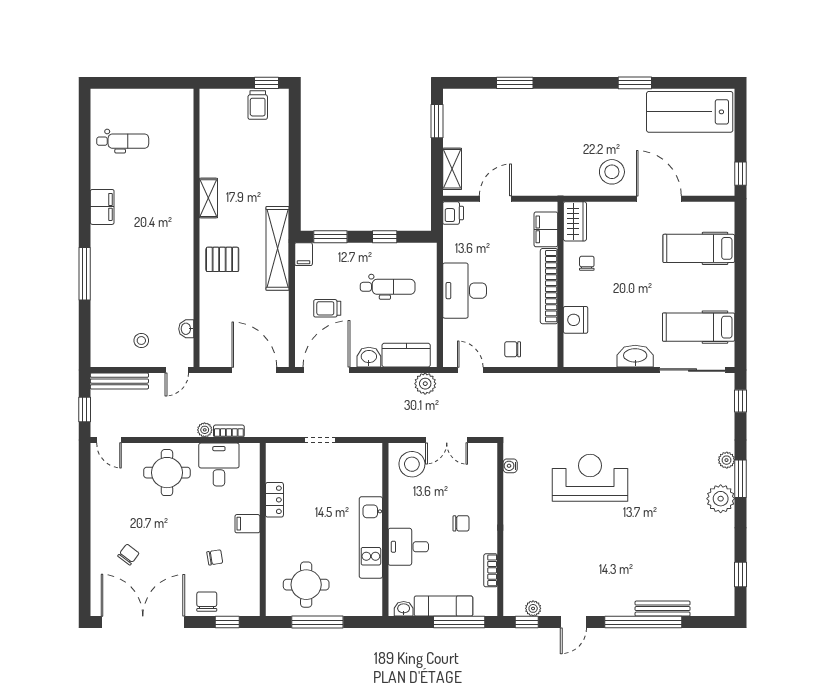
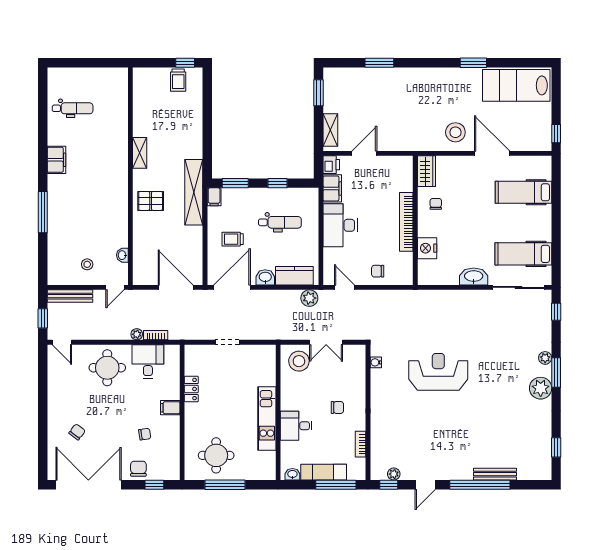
filing cabinet: (546, 229) -> (332, 188), moved, turned 180

